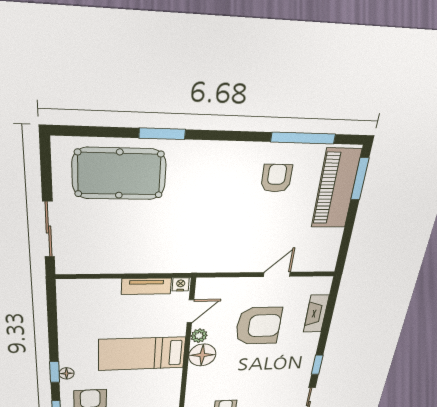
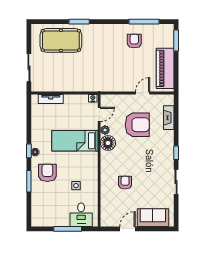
piano: (336, 189) -> (165, 68), moved
tv unit: (146, 286) -> (51, 99), moved

